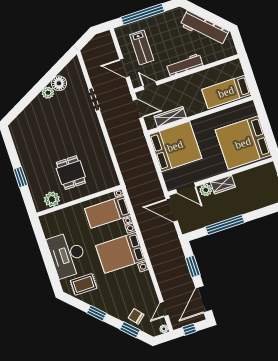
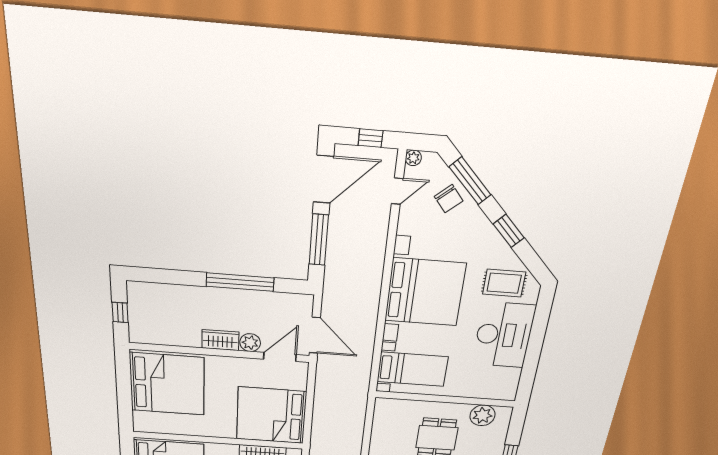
door: (186, 188) -> (280, 357), hinge flipped
bed with nightstands: (120, 253) -> (425, 292), width x1.36
window: (193, 266) -> (319, 240), width x1.44
window: (130, 330) -> (470, 181), width x1.44

